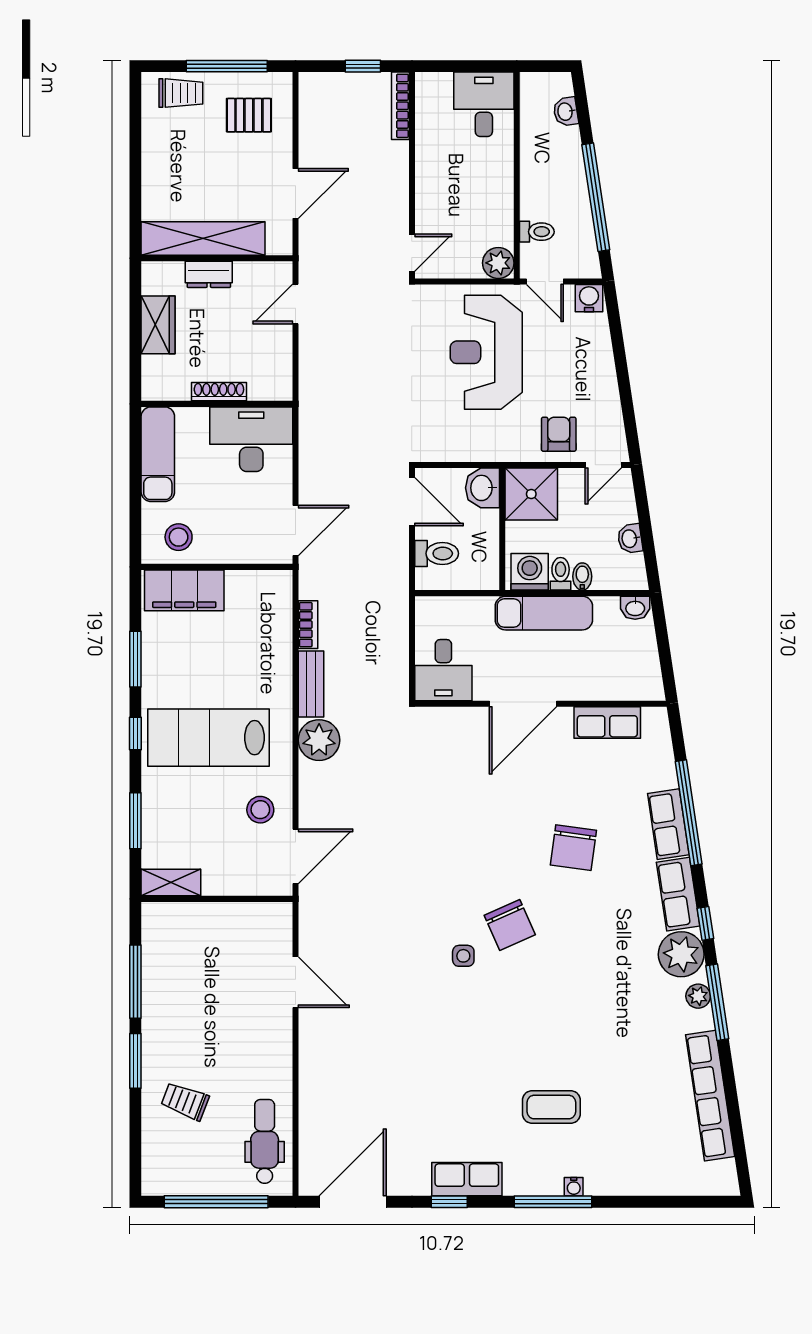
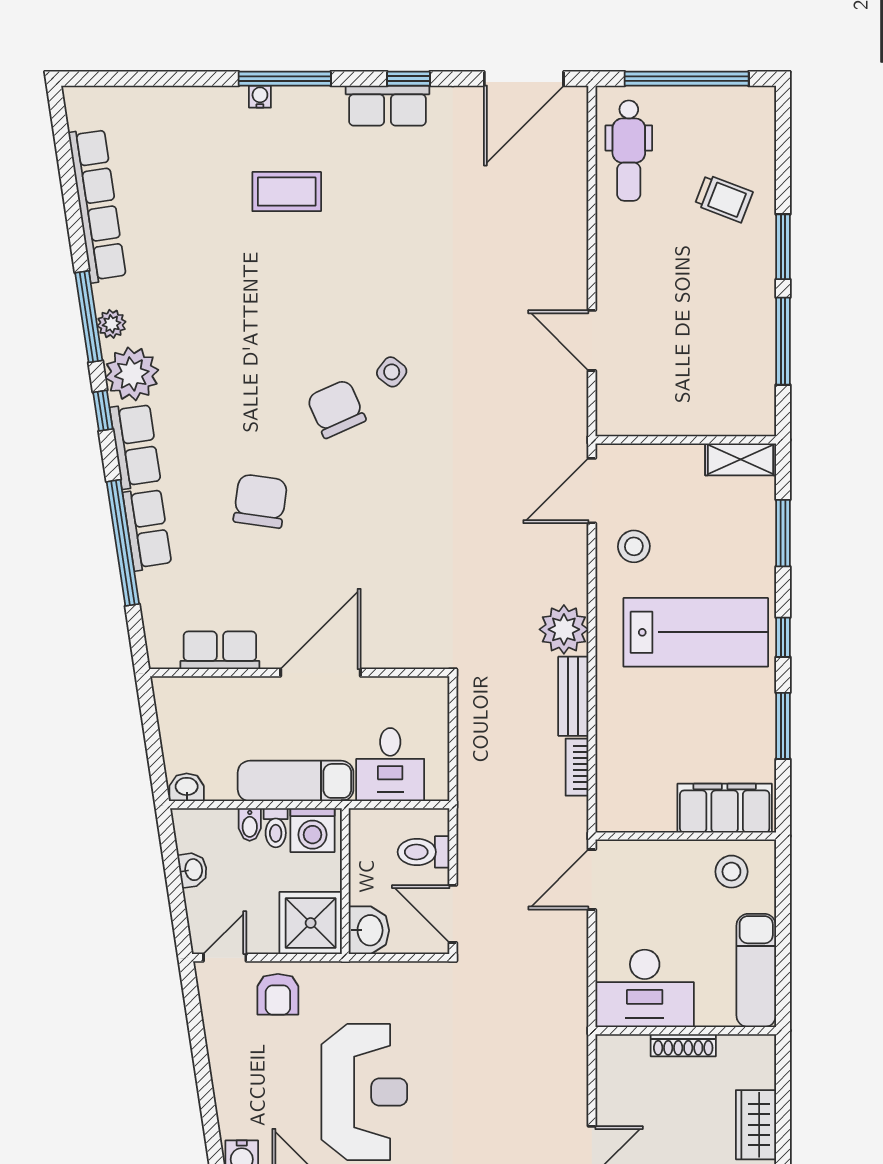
desk: (443, 670) -> (390, 765), moved, turned 180
side table: (463, 956) -> (392, 372), turned 38

